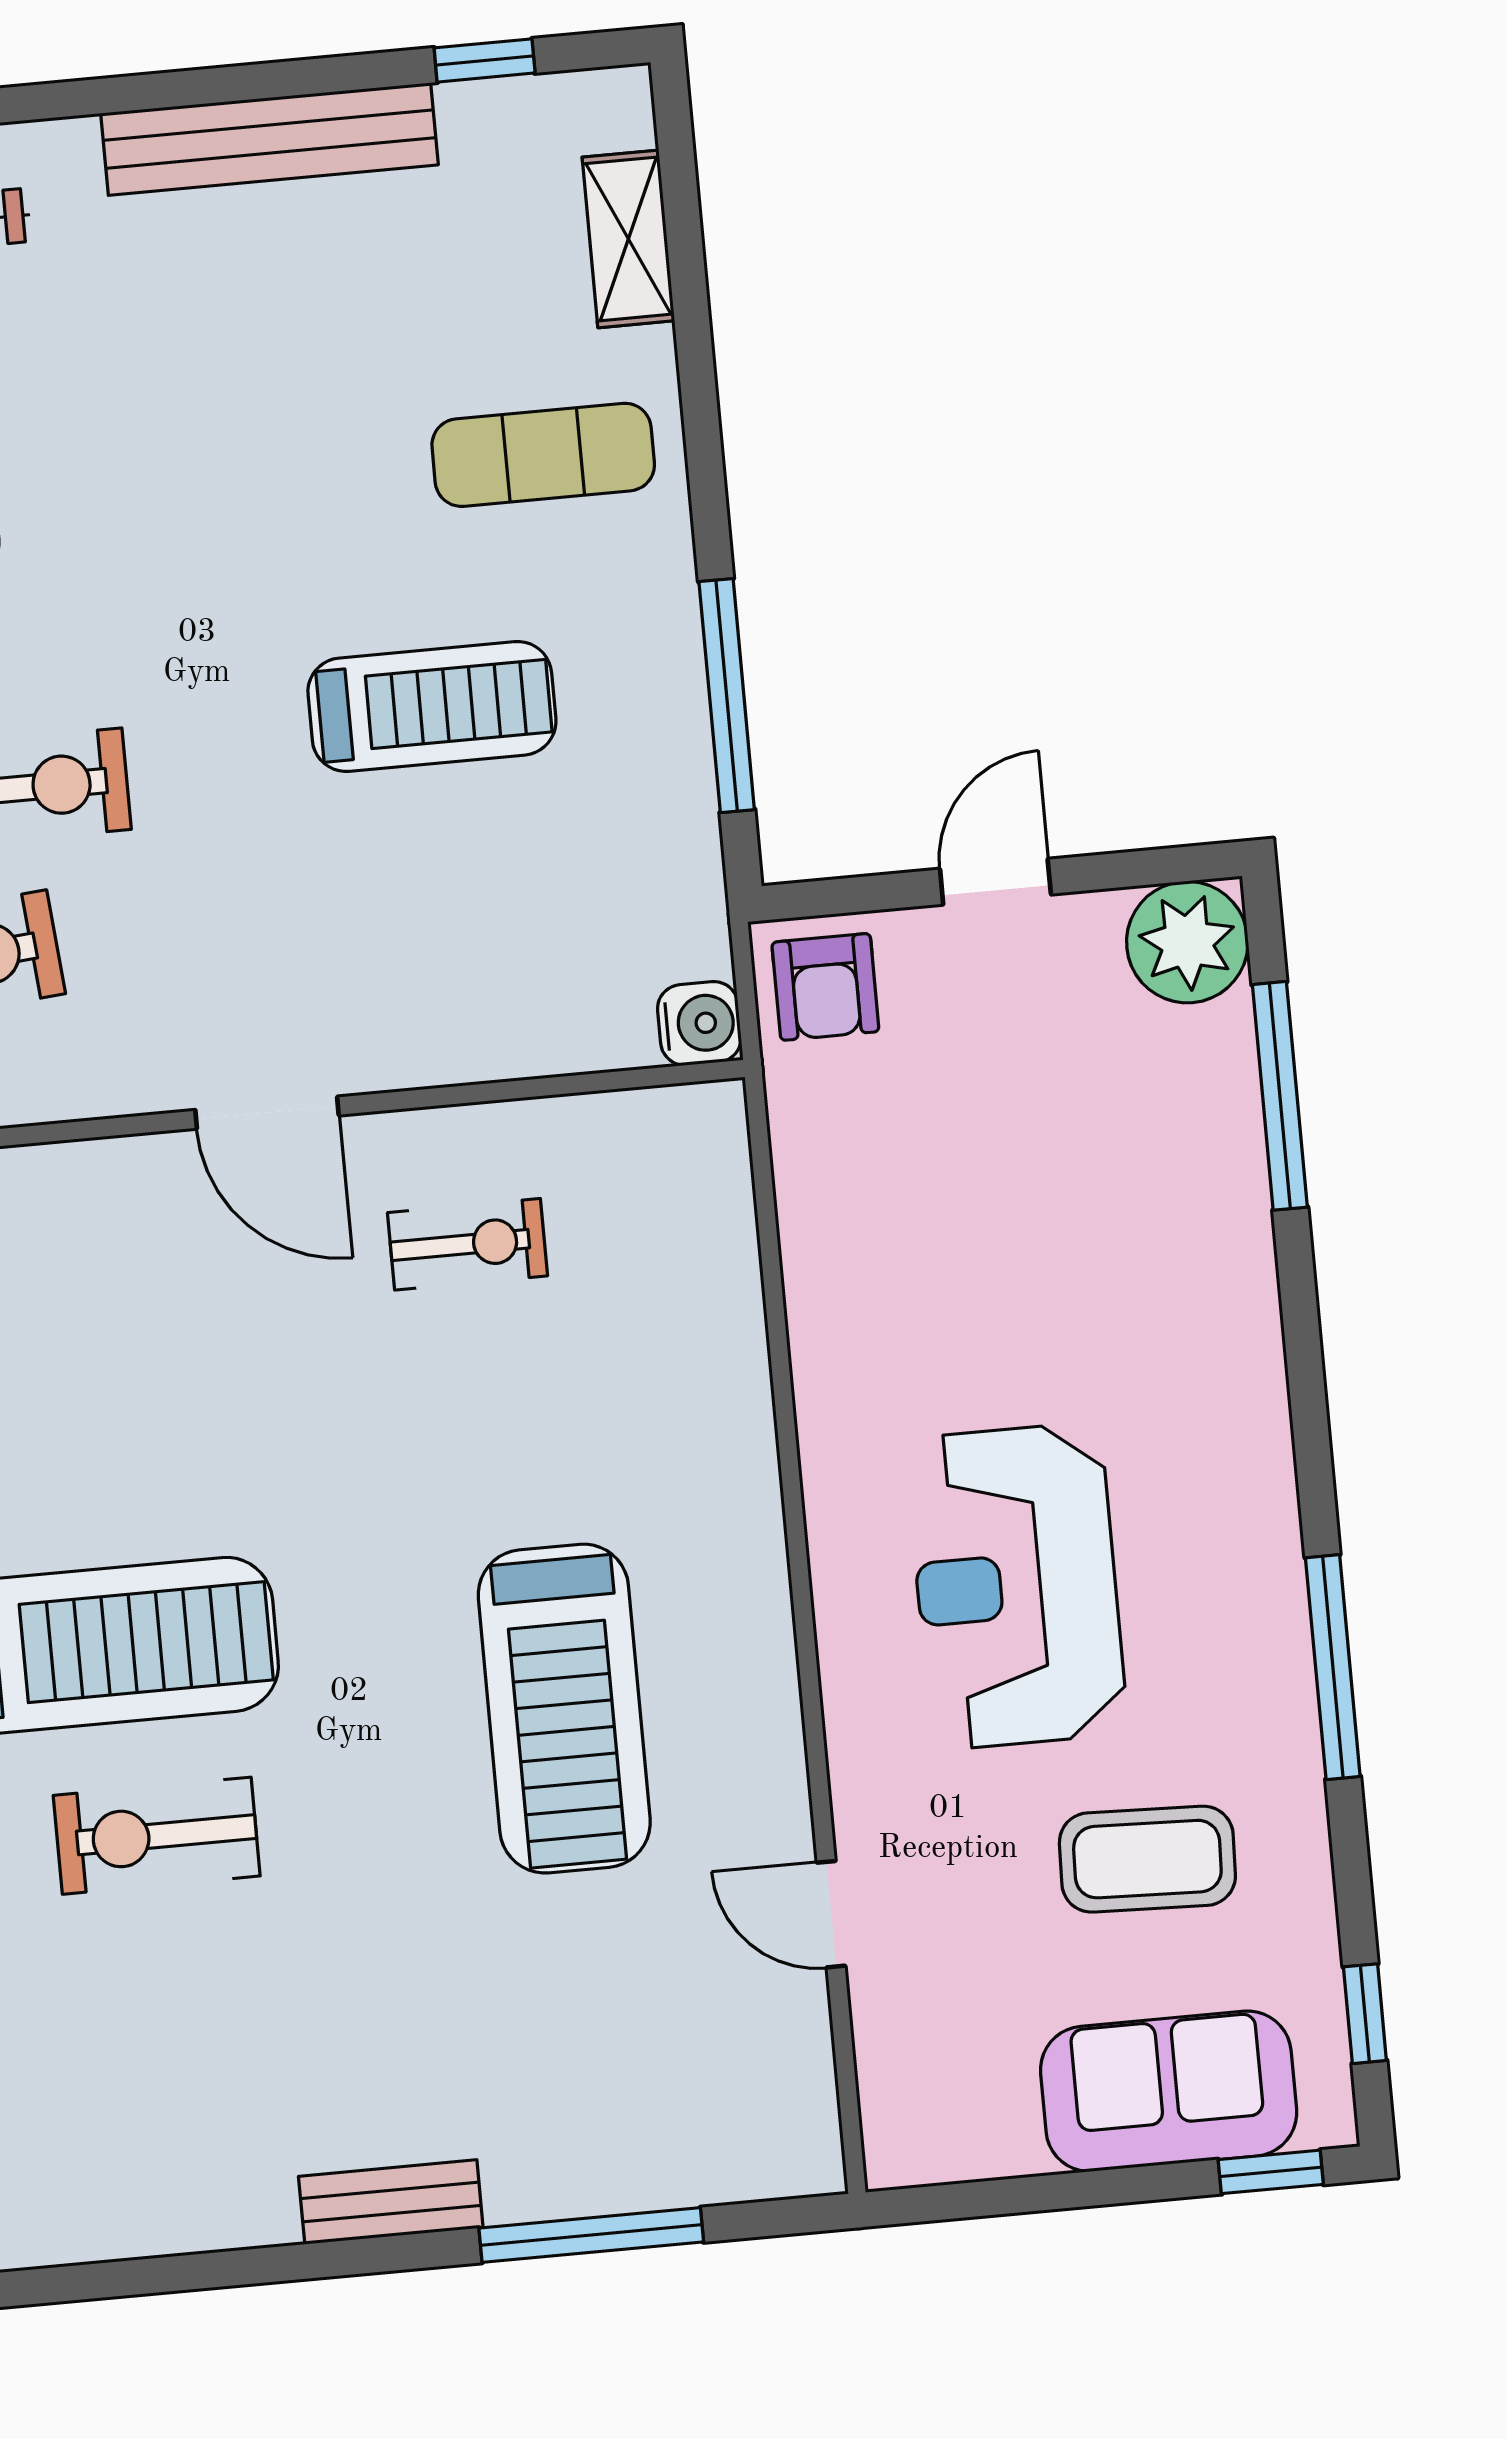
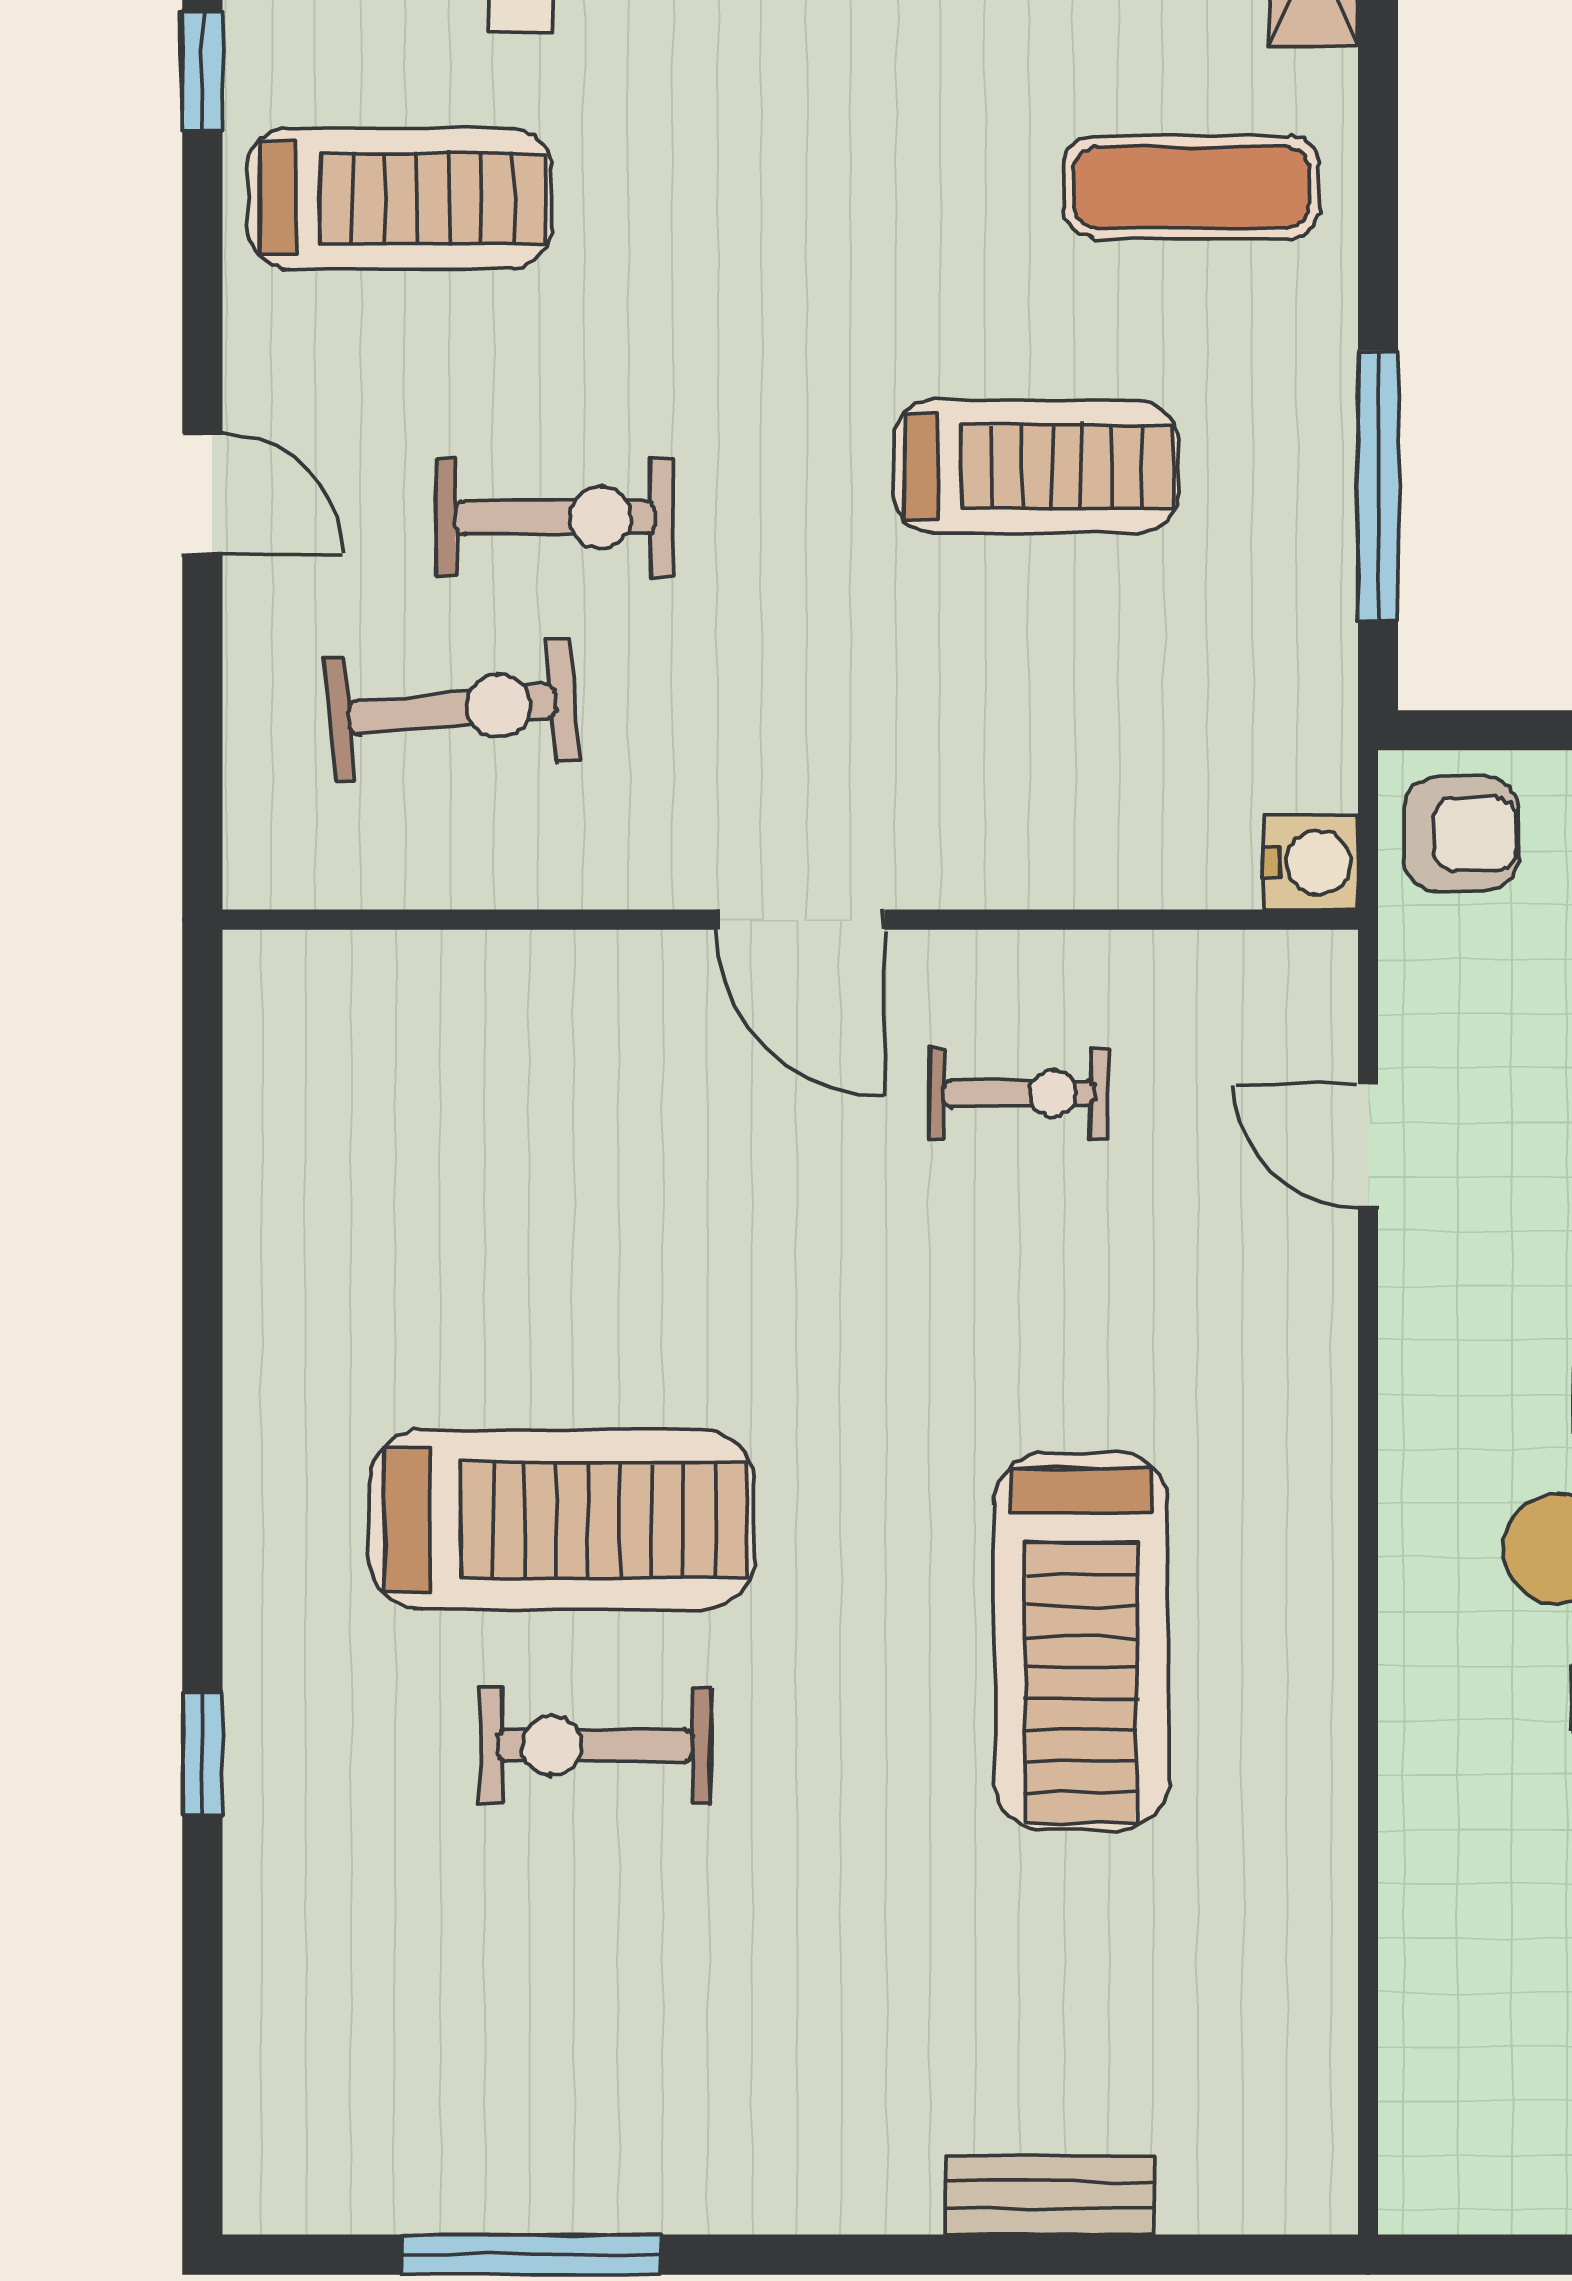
armchair: (825, 987) -> (1461, 834), turned -90
door: (831, 1914) -> (1368, 1146), moved
bench: (391, 2202) -> (1050, 2195), moved
window: (591, 2235) -> (531, 2255), moved

